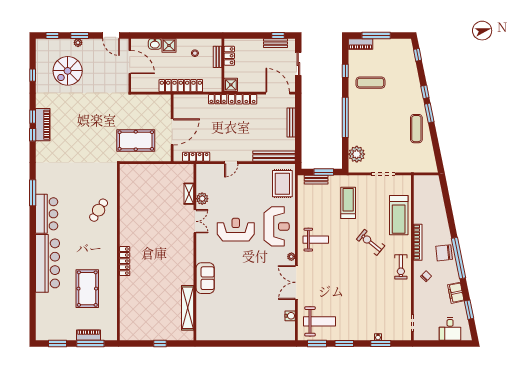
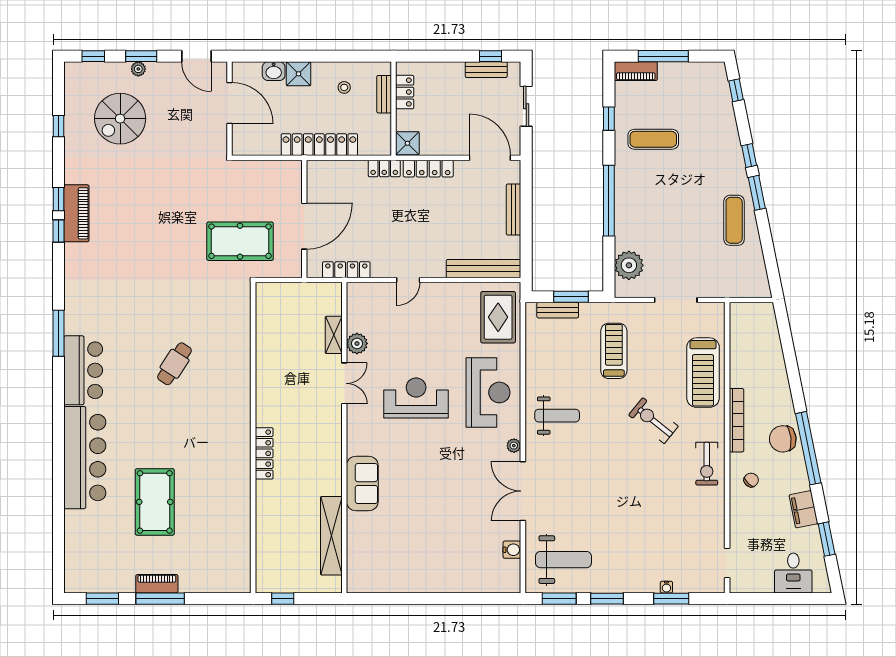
wall: (118, 252) -> (253, 438), moved
locker: (125, 261) -> (264, 453), moved

